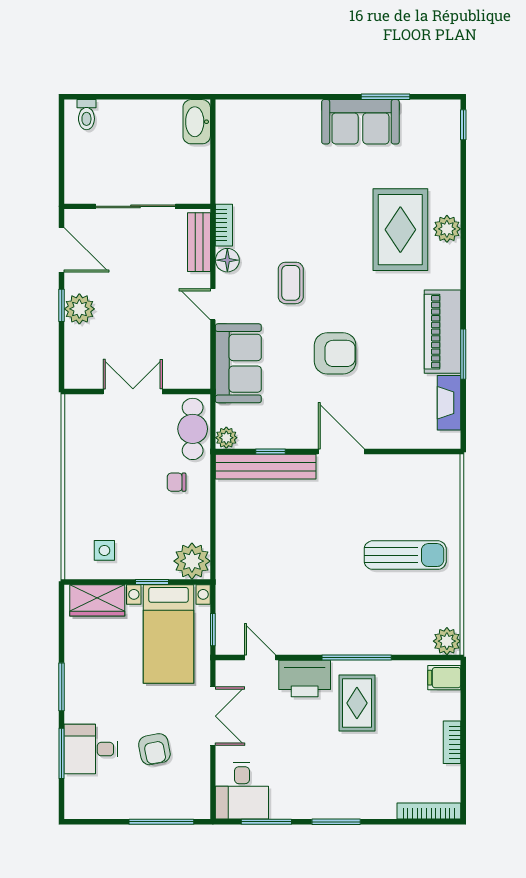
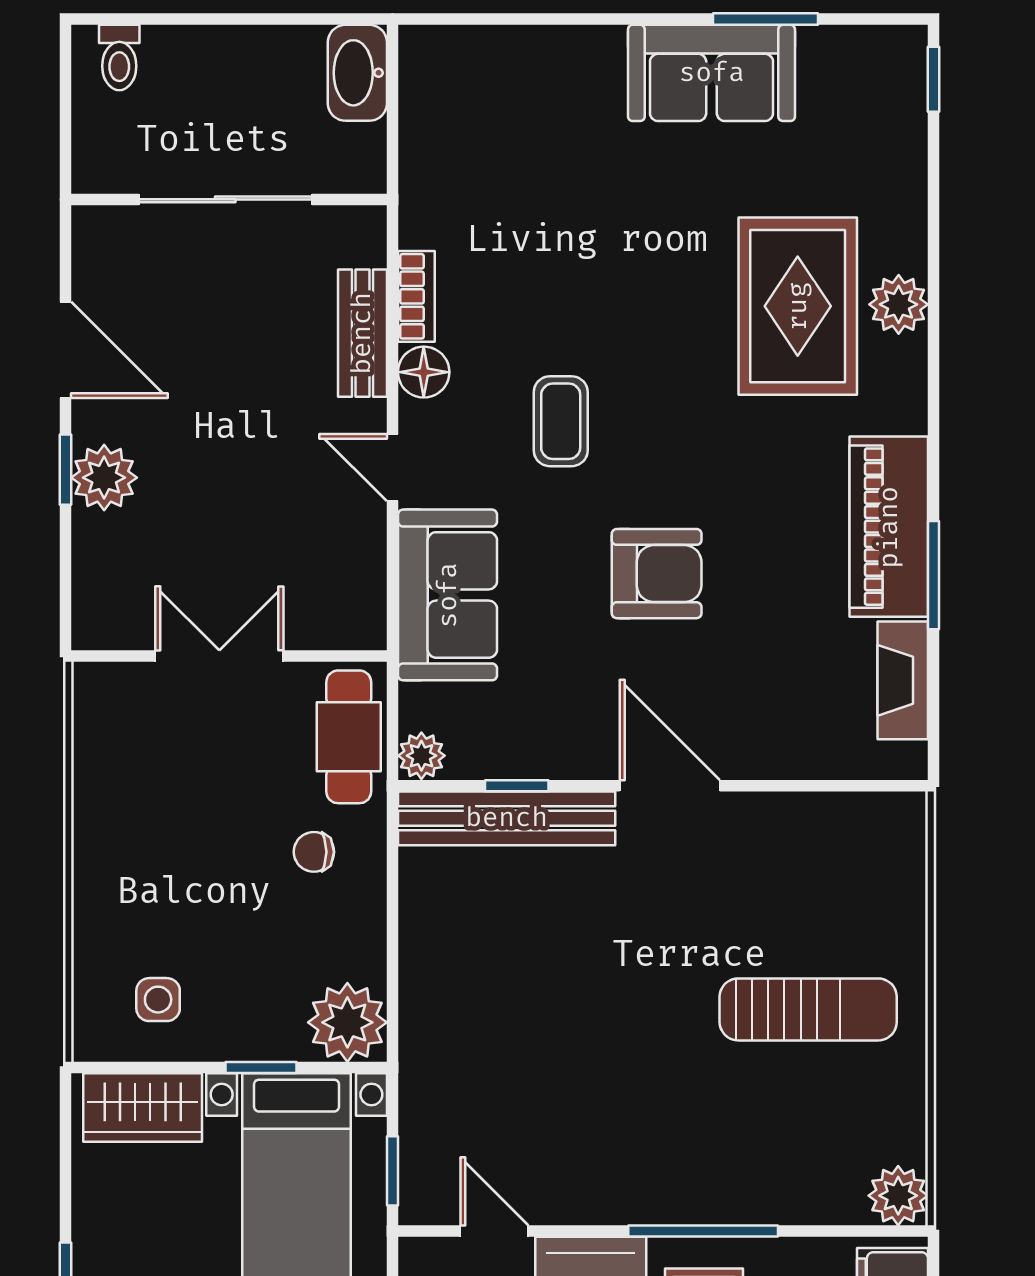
sliding door: (136, 206) -> (225, 199), moved
wall: (137, 206) -> (229, 199), moved

